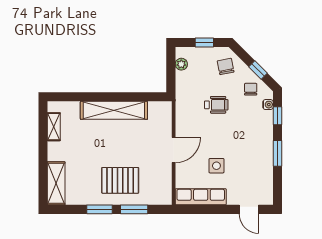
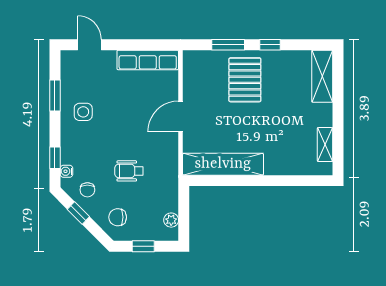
chair: (226, 66) -> (118, 217), turned 101
shelving: (114, 110) -> (223, 164), moved
window: (278, 153) -> (55, 96), moved
side table: (216, 166) -> (83, 112), moved
pallet: (120, 180) -> (245, 80), turned 90
window: (100, 209) -> (270, 45), width x0.67

